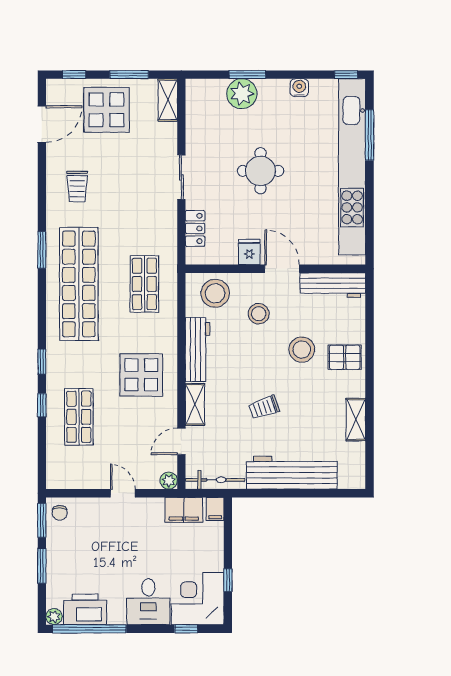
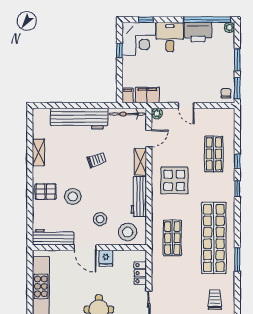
printer: (85, 609) -> (198, 32), moved

